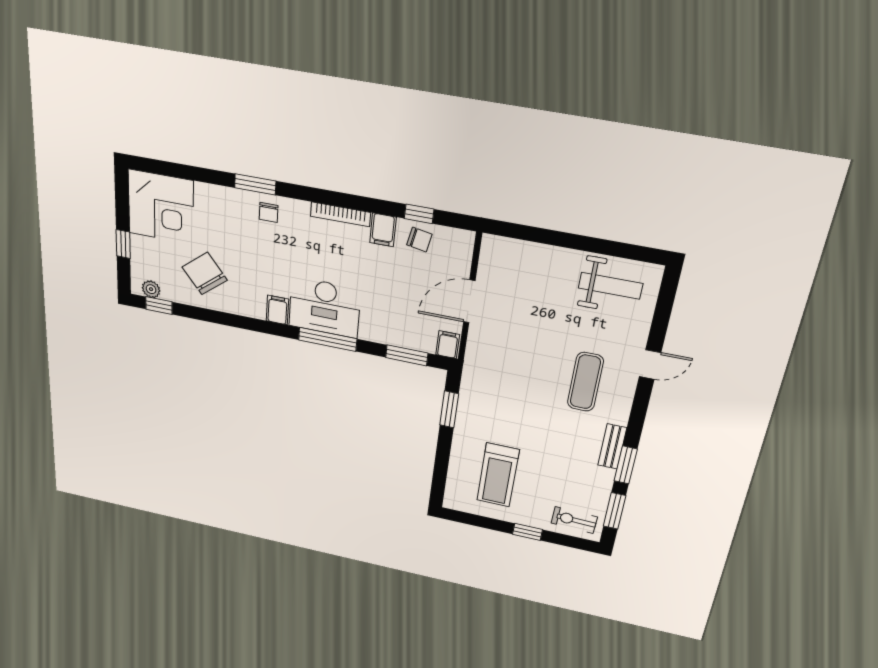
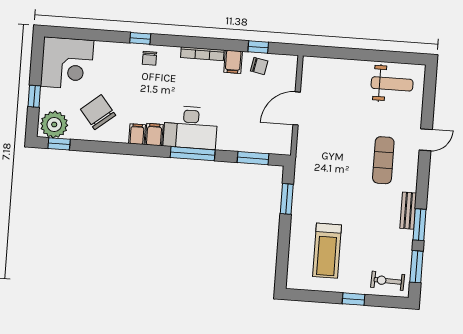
window: (255, 184) -> (140, 38), width x0.67
plant: (151, 289) -> (54, 124), width x1.88, depth x1.88
filing cabinet: (448, 345) -> (137, 134), moved

